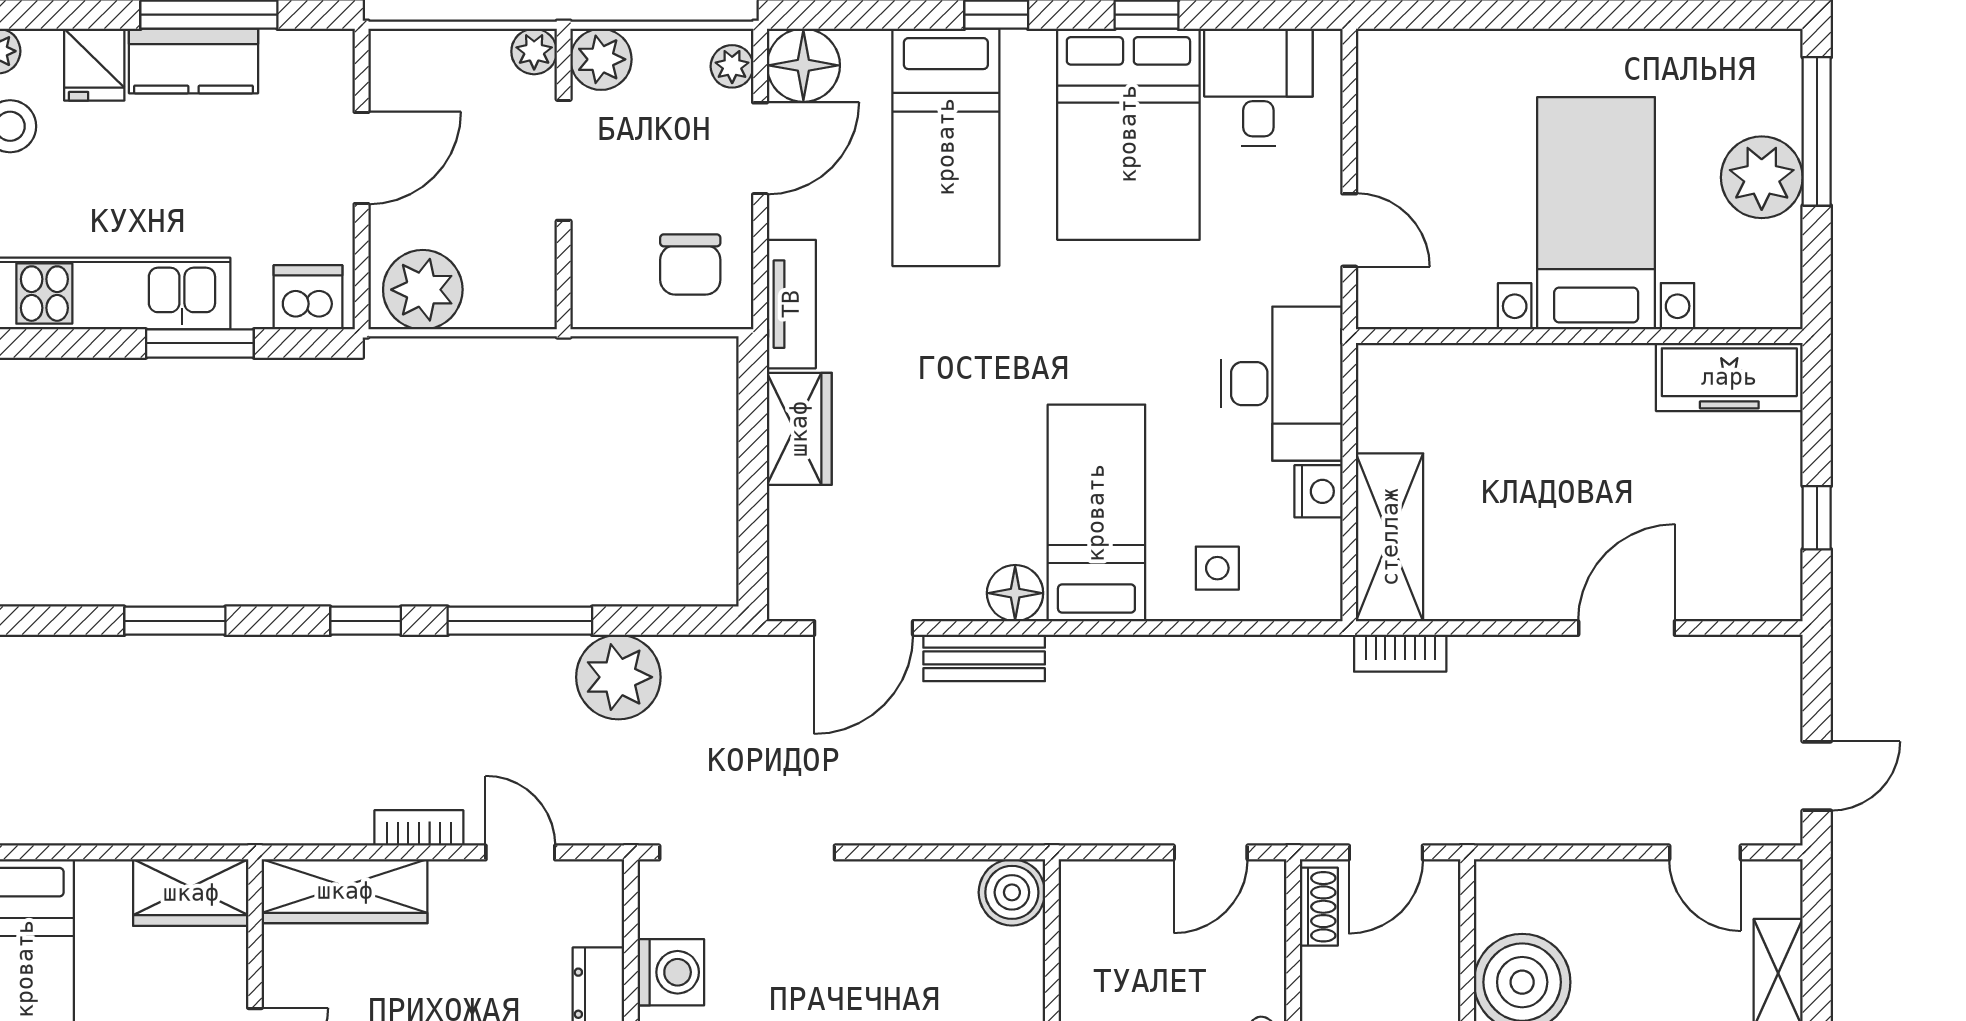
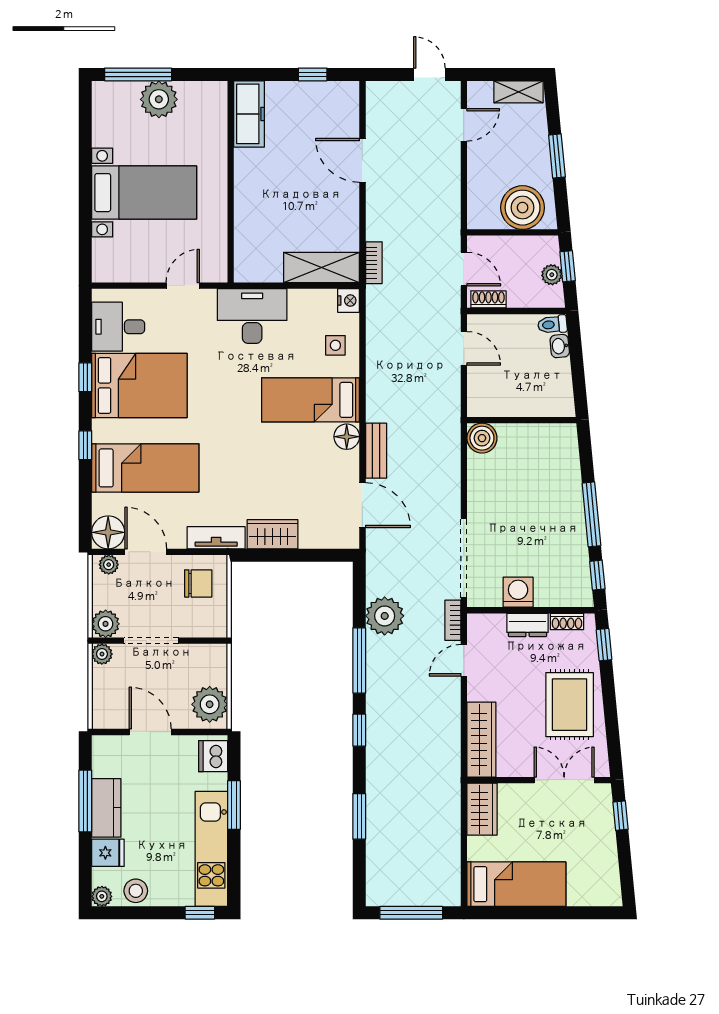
bed with nightstands: (1596, 213) -> (144, 193), moved, turned 180
nightstand: (1318, 491) -> (349, 301), moved, turned 90
bookcase: (419, 828) -> (453, 620), moved

